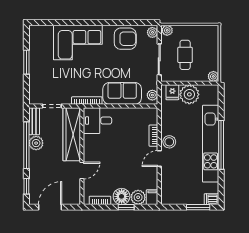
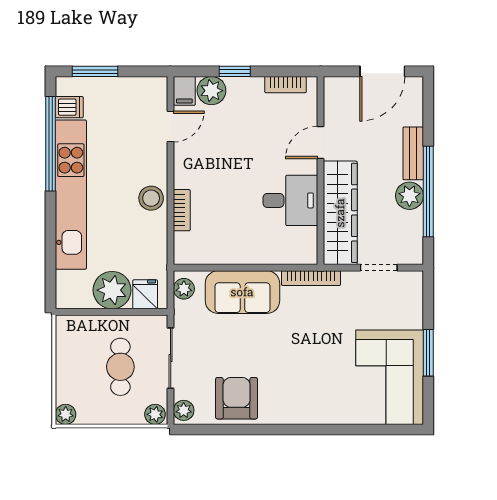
armchair: (125, 39) -> (237, 398), turned 90
corner sofa: (78, 43) -> (390, 377), moved, turned -90
plant: (213, 76) -> (66, 414), moved
bench: (34, 121) -> (413, 153), moved
desk: (97, 121) -> (290, 200), moved
window: (221, 145) -> (50, 144), moved
door: (159, 159) -> (171, 127), moved
window: (26, 186) -> (428, 112), removed
floor lamp: (122, 196) -> (244, 92), removed
dishwasher: (211, 199) -> (69, 107), moved

